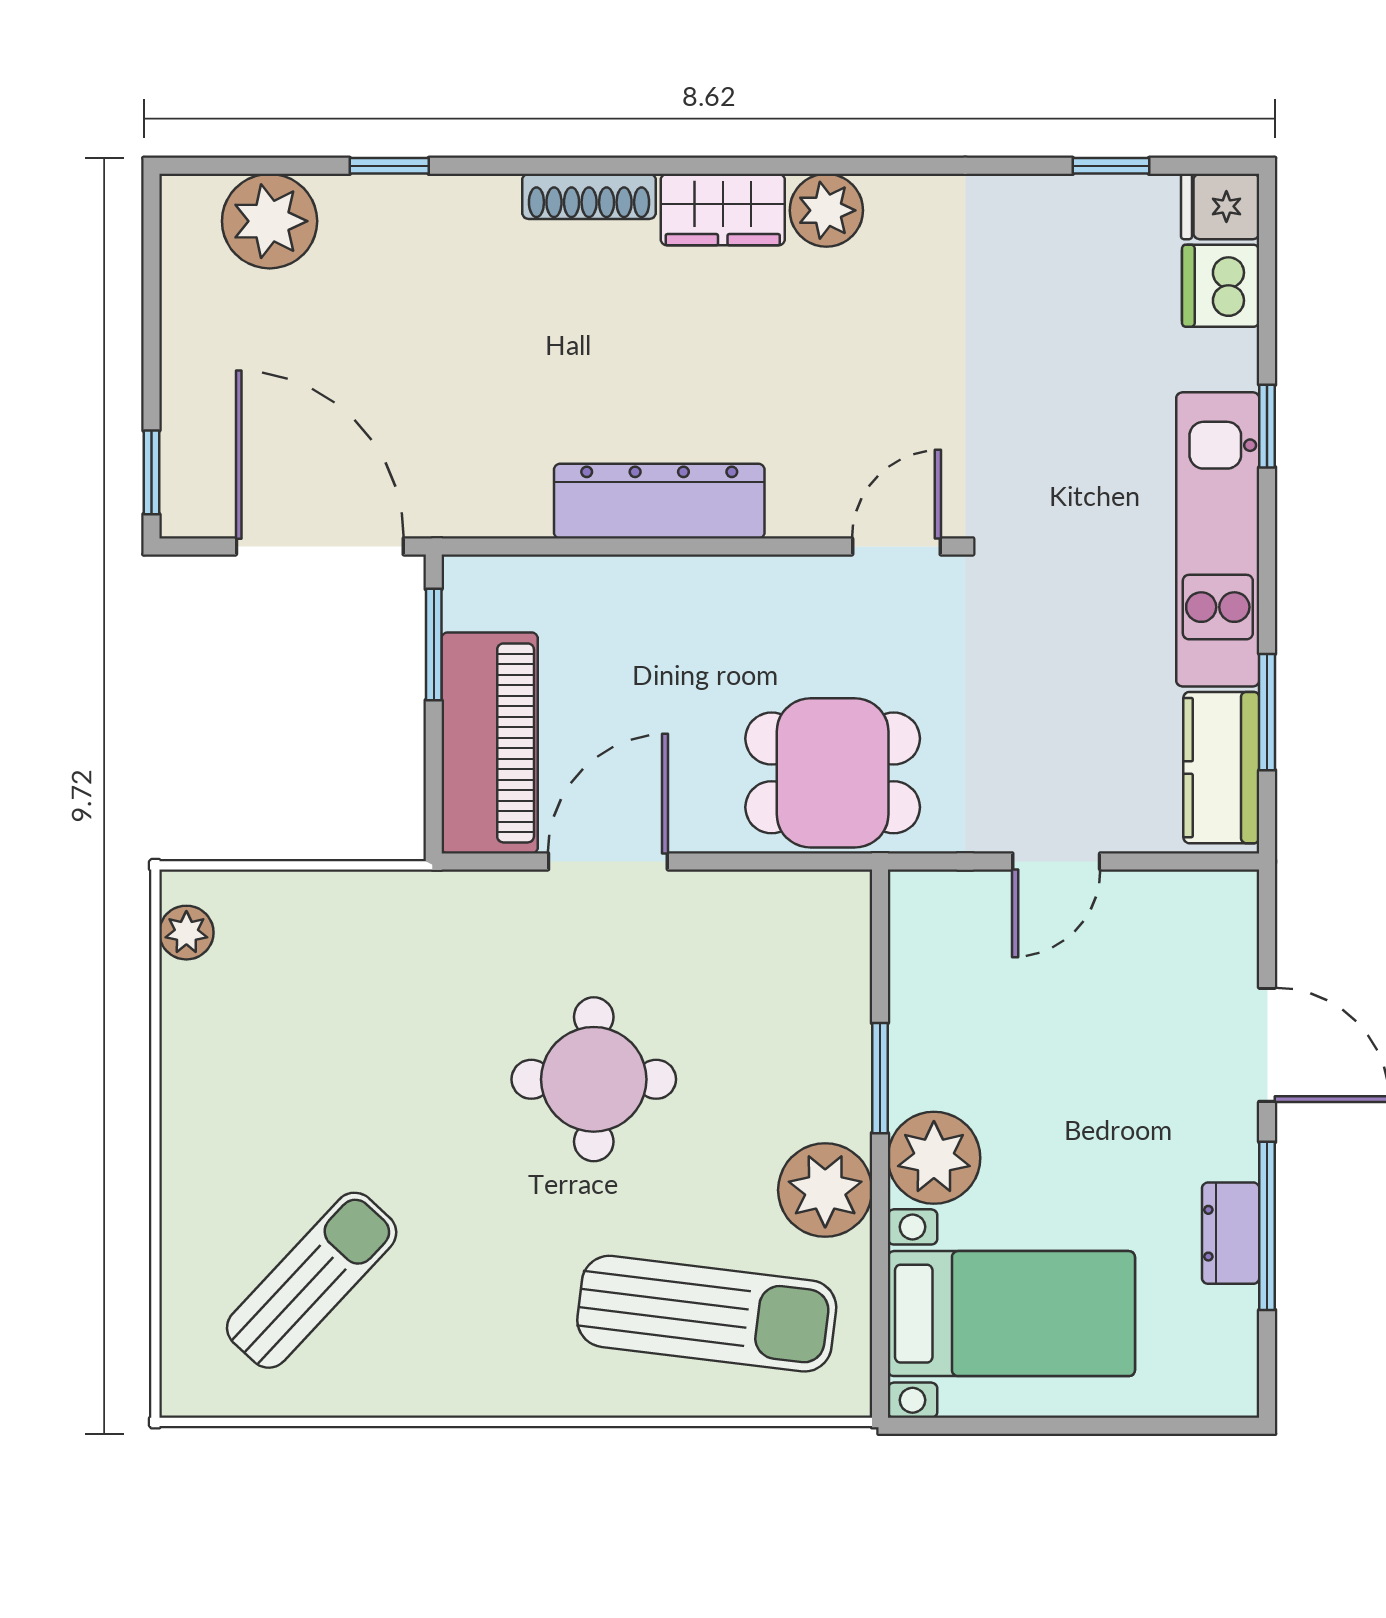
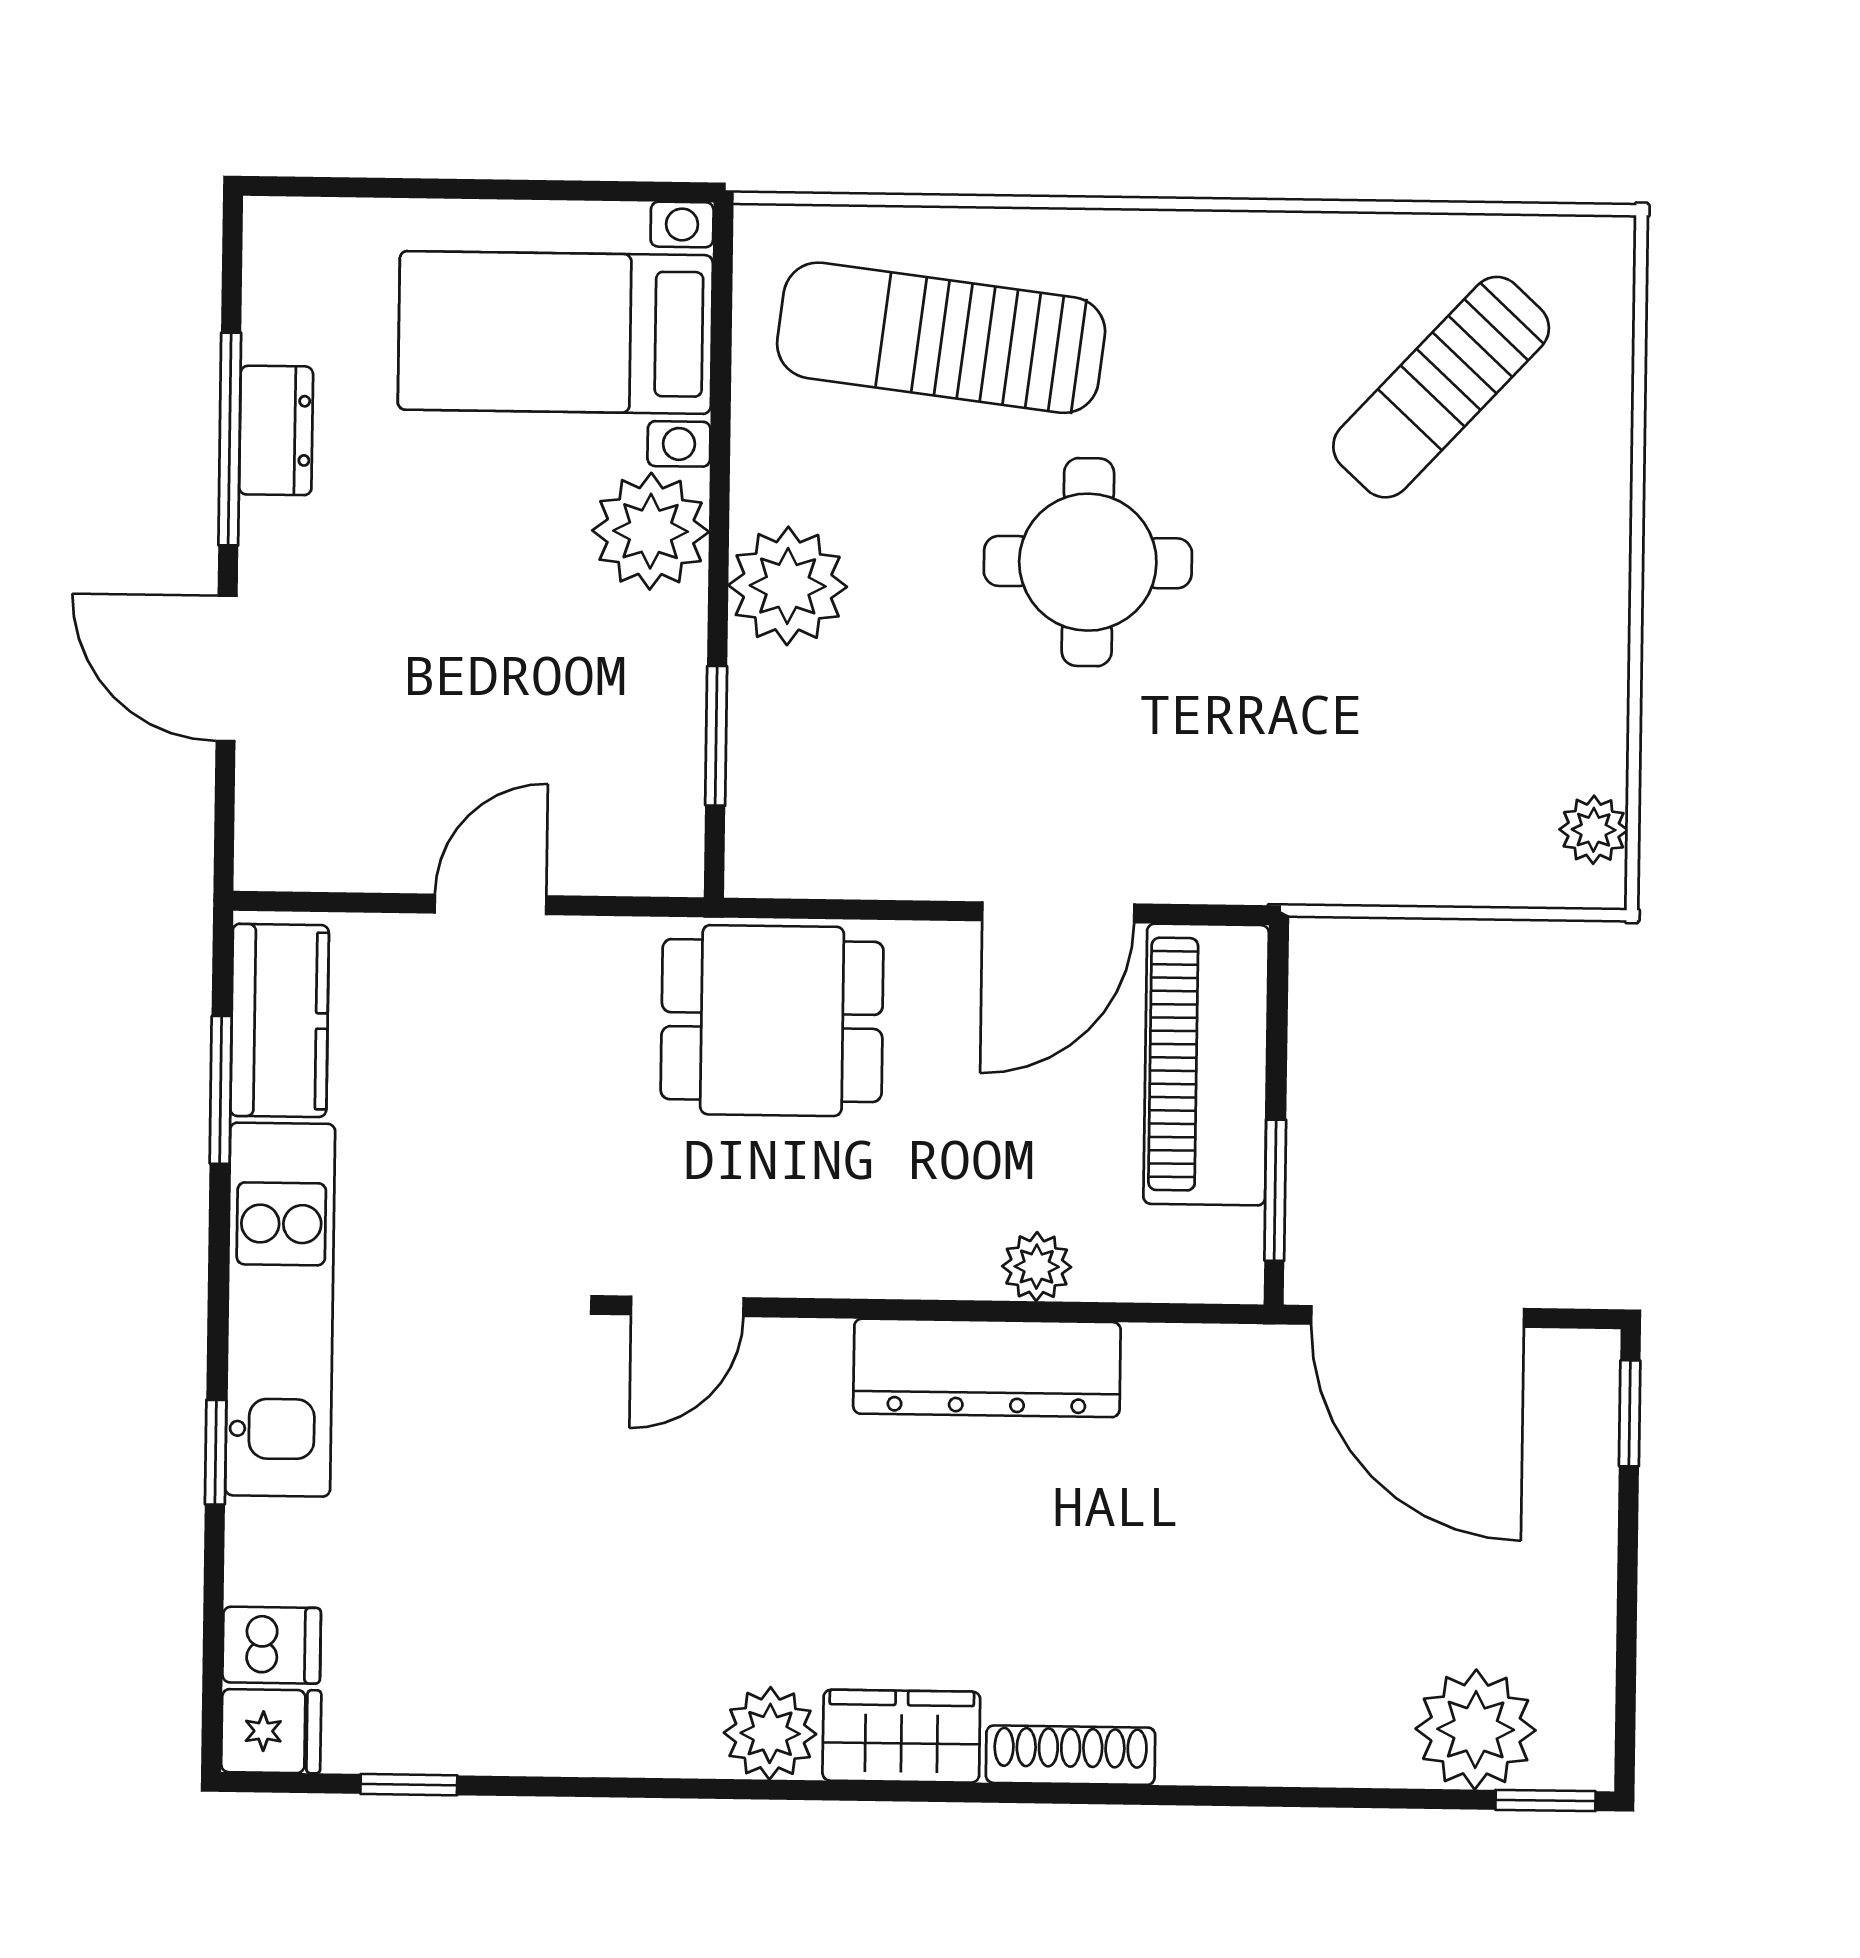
window: (389, 166) -> (1545, 1801), moved
dishwasher: (1221, 286) -> (272, 1645), width x0.73
plant: (621, 582) -> (1037, 1267), added
window: (880, 1078) -> (716, 736), moved
round table: (594, 1079) -> (1088, 562), moved
plant: (825, 1190) -> (788, 586), moved

